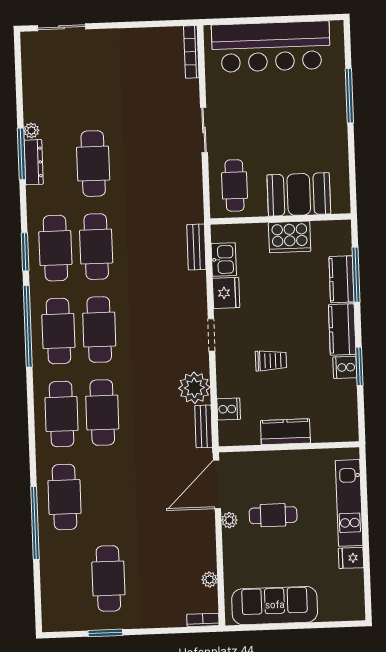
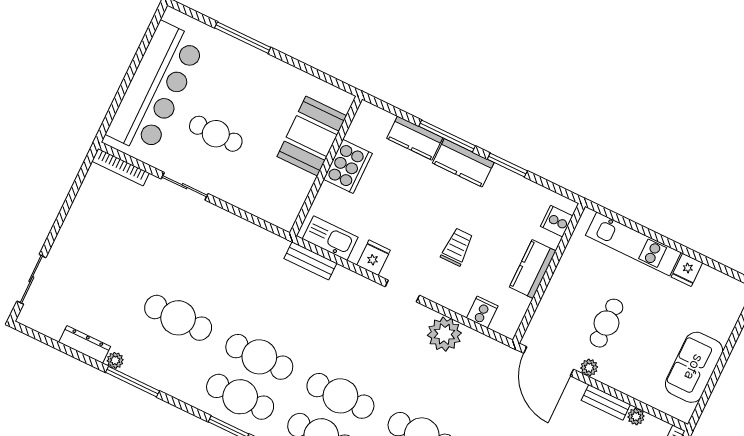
sliding door: (204, 130) -> (185, 186), moved
dresser: (34, 162) -> (85, 344), moved
cafe table: (235, 185) -> (216, 134), moved
kitchen sink: (224, 260) -> (330, 238), width x1.38
window: (356, 275) -> (447, 136), moved
fridge: (226, 293) -> (374, 258), width x0.72
cooker: (345, 367) -> (557, 221), moved, turned 90
bench: (204, 426) -> (606, 402), moved
sofa: (275, 606) -> (694, 367), width x0.73

